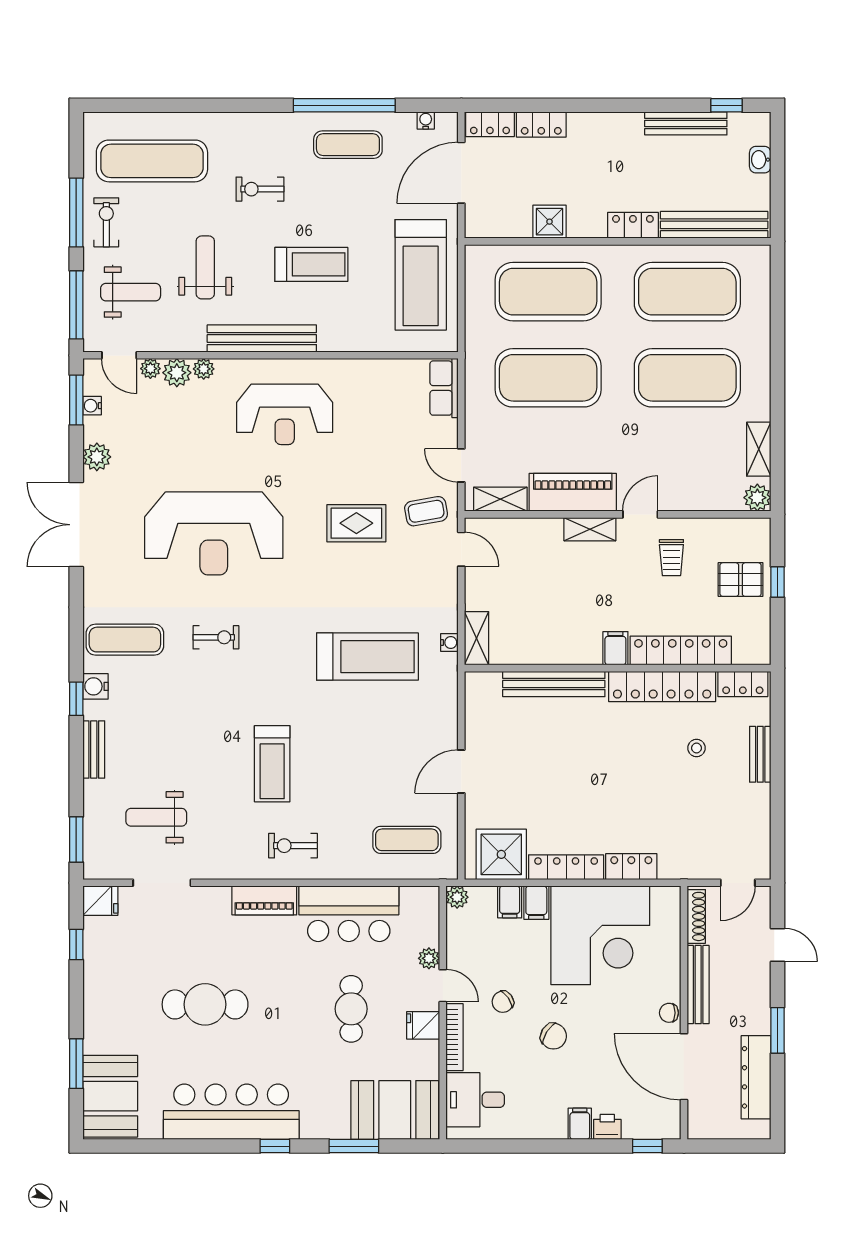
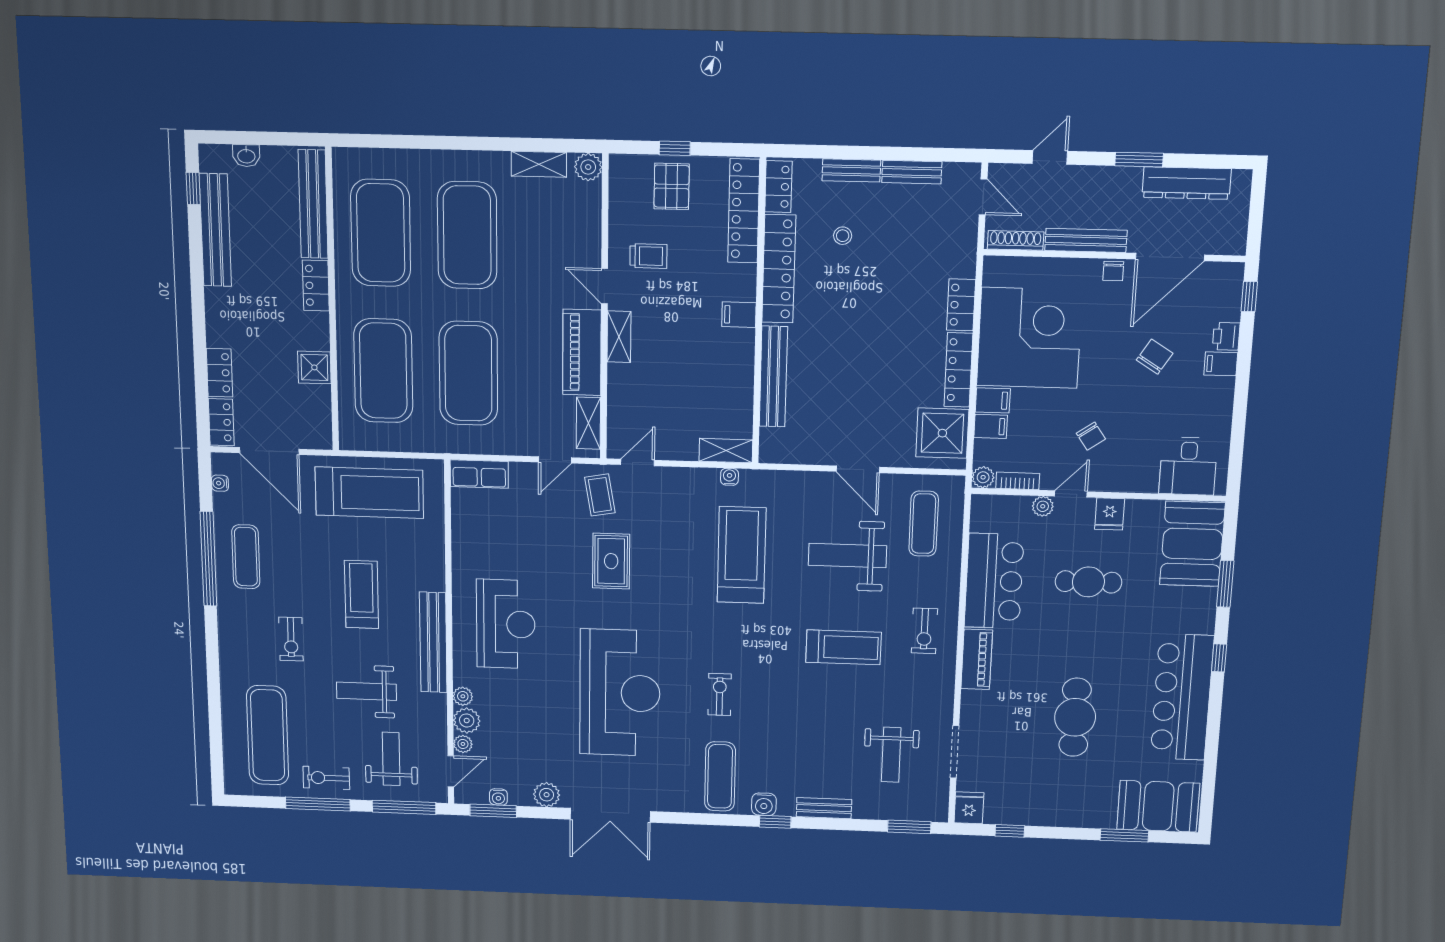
bench: (686, 123) -> (215, 230), width x1.37, depth x1.21
locker: (681, 651) -> (744, 211), moved
weight bench: (371, 764) -> (847, 556), added
bench: (760, 813) -> (912, 172), added
chair: (554, 1036) -> (1155, 357), moved
bookcase: (455, 1037) -> (1018, 481), moved, width x0.64

